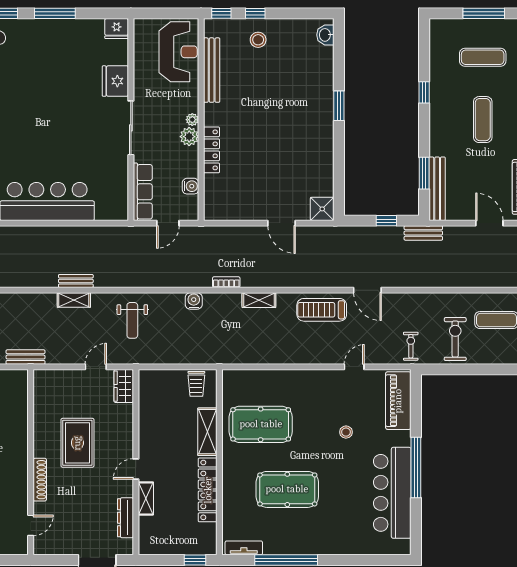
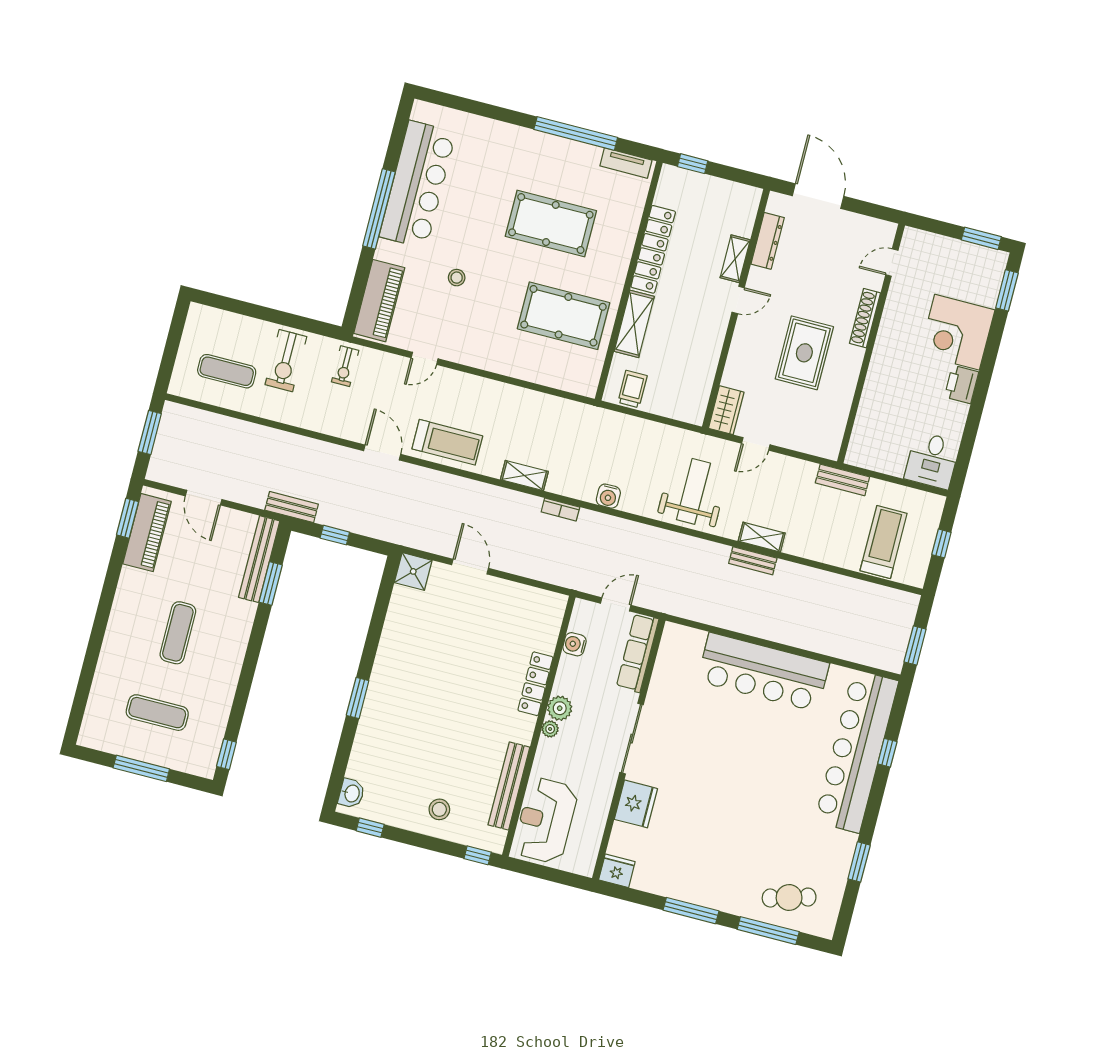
window: (255, 13) -> (370, 828), moved
window: (424, 92) -> (226, 754), moved
weight bench: (132, 320) -> (693, 491), width x1.36, depth x1.33

